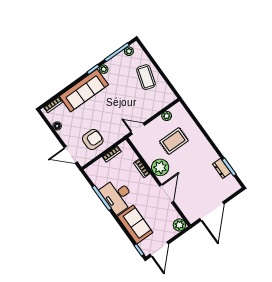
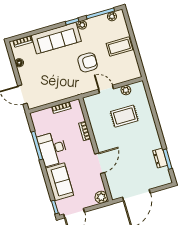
coffee table: (146, 77) -> (119, 47), turned 73
door: (138, 129) -> (106, 89), moved
armchair: (93, 140) -> (88, 62), moved
plant: (160, 167) -> (102, 136), removed

